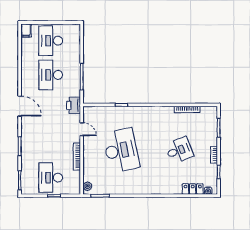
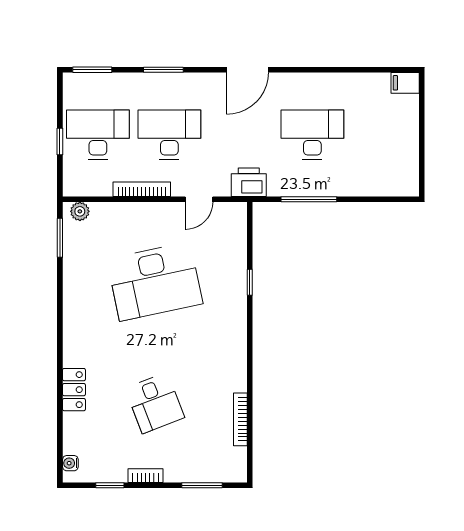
desk: (51, 41) -> (169, 134), moved
locker: (193, 189) -> (74, 390), moved

